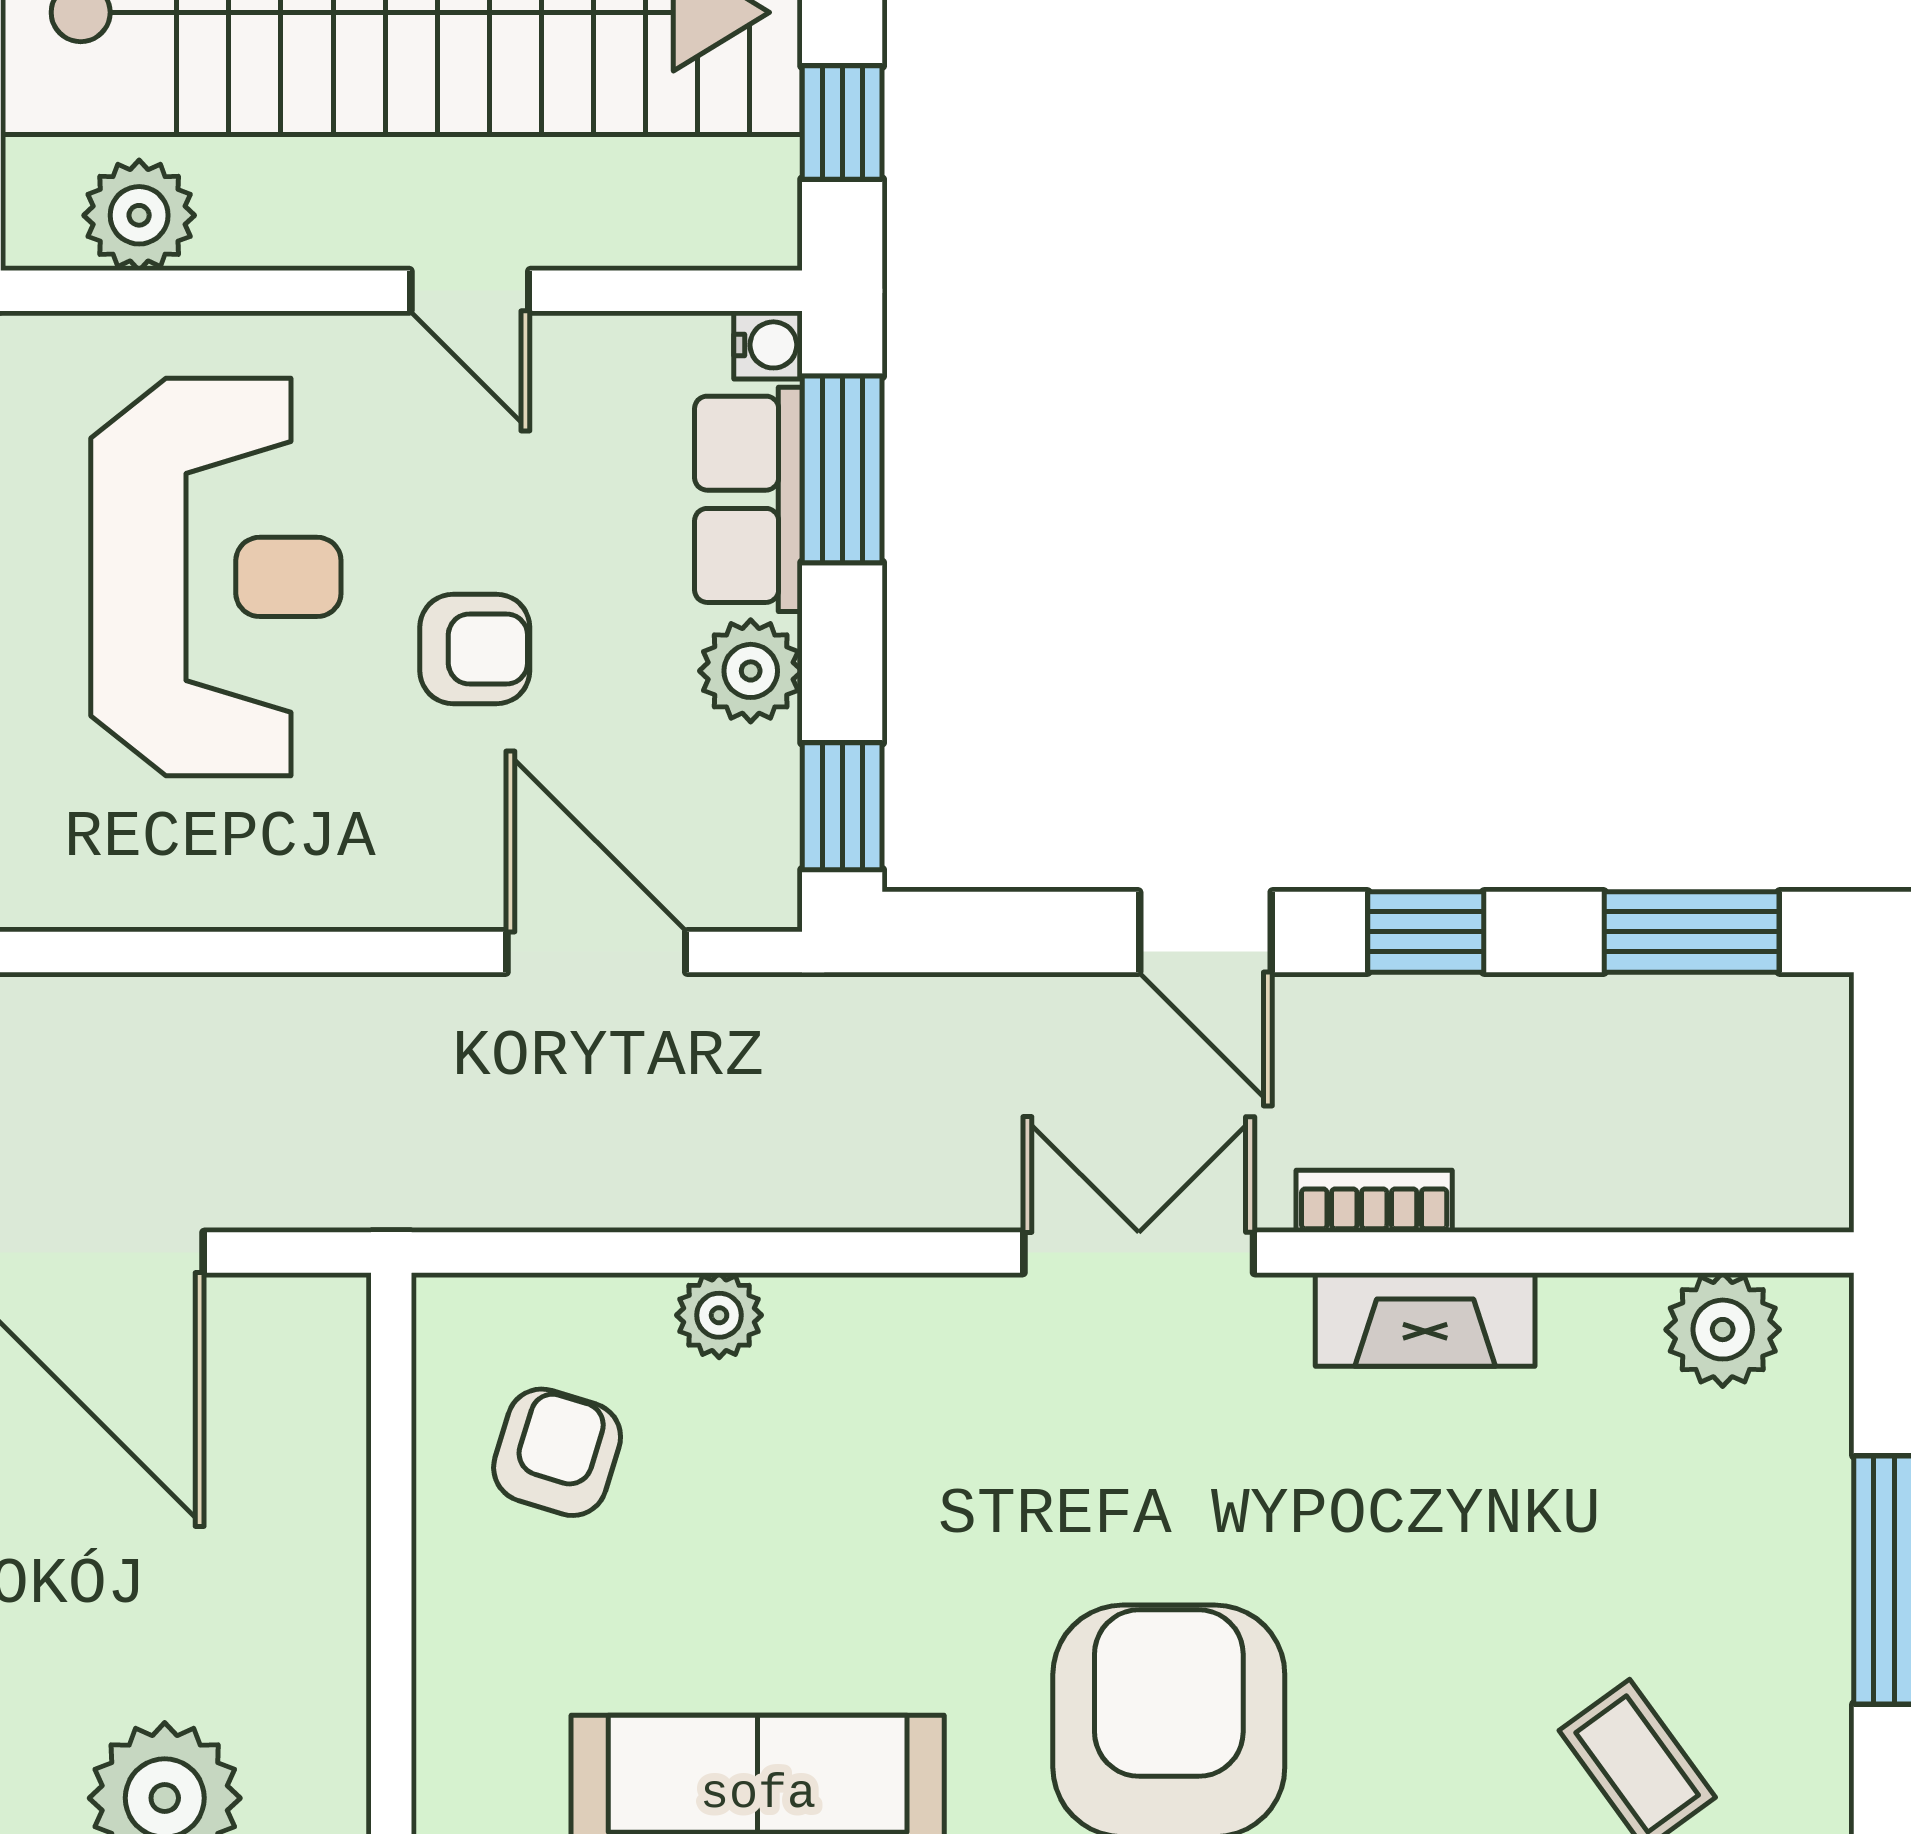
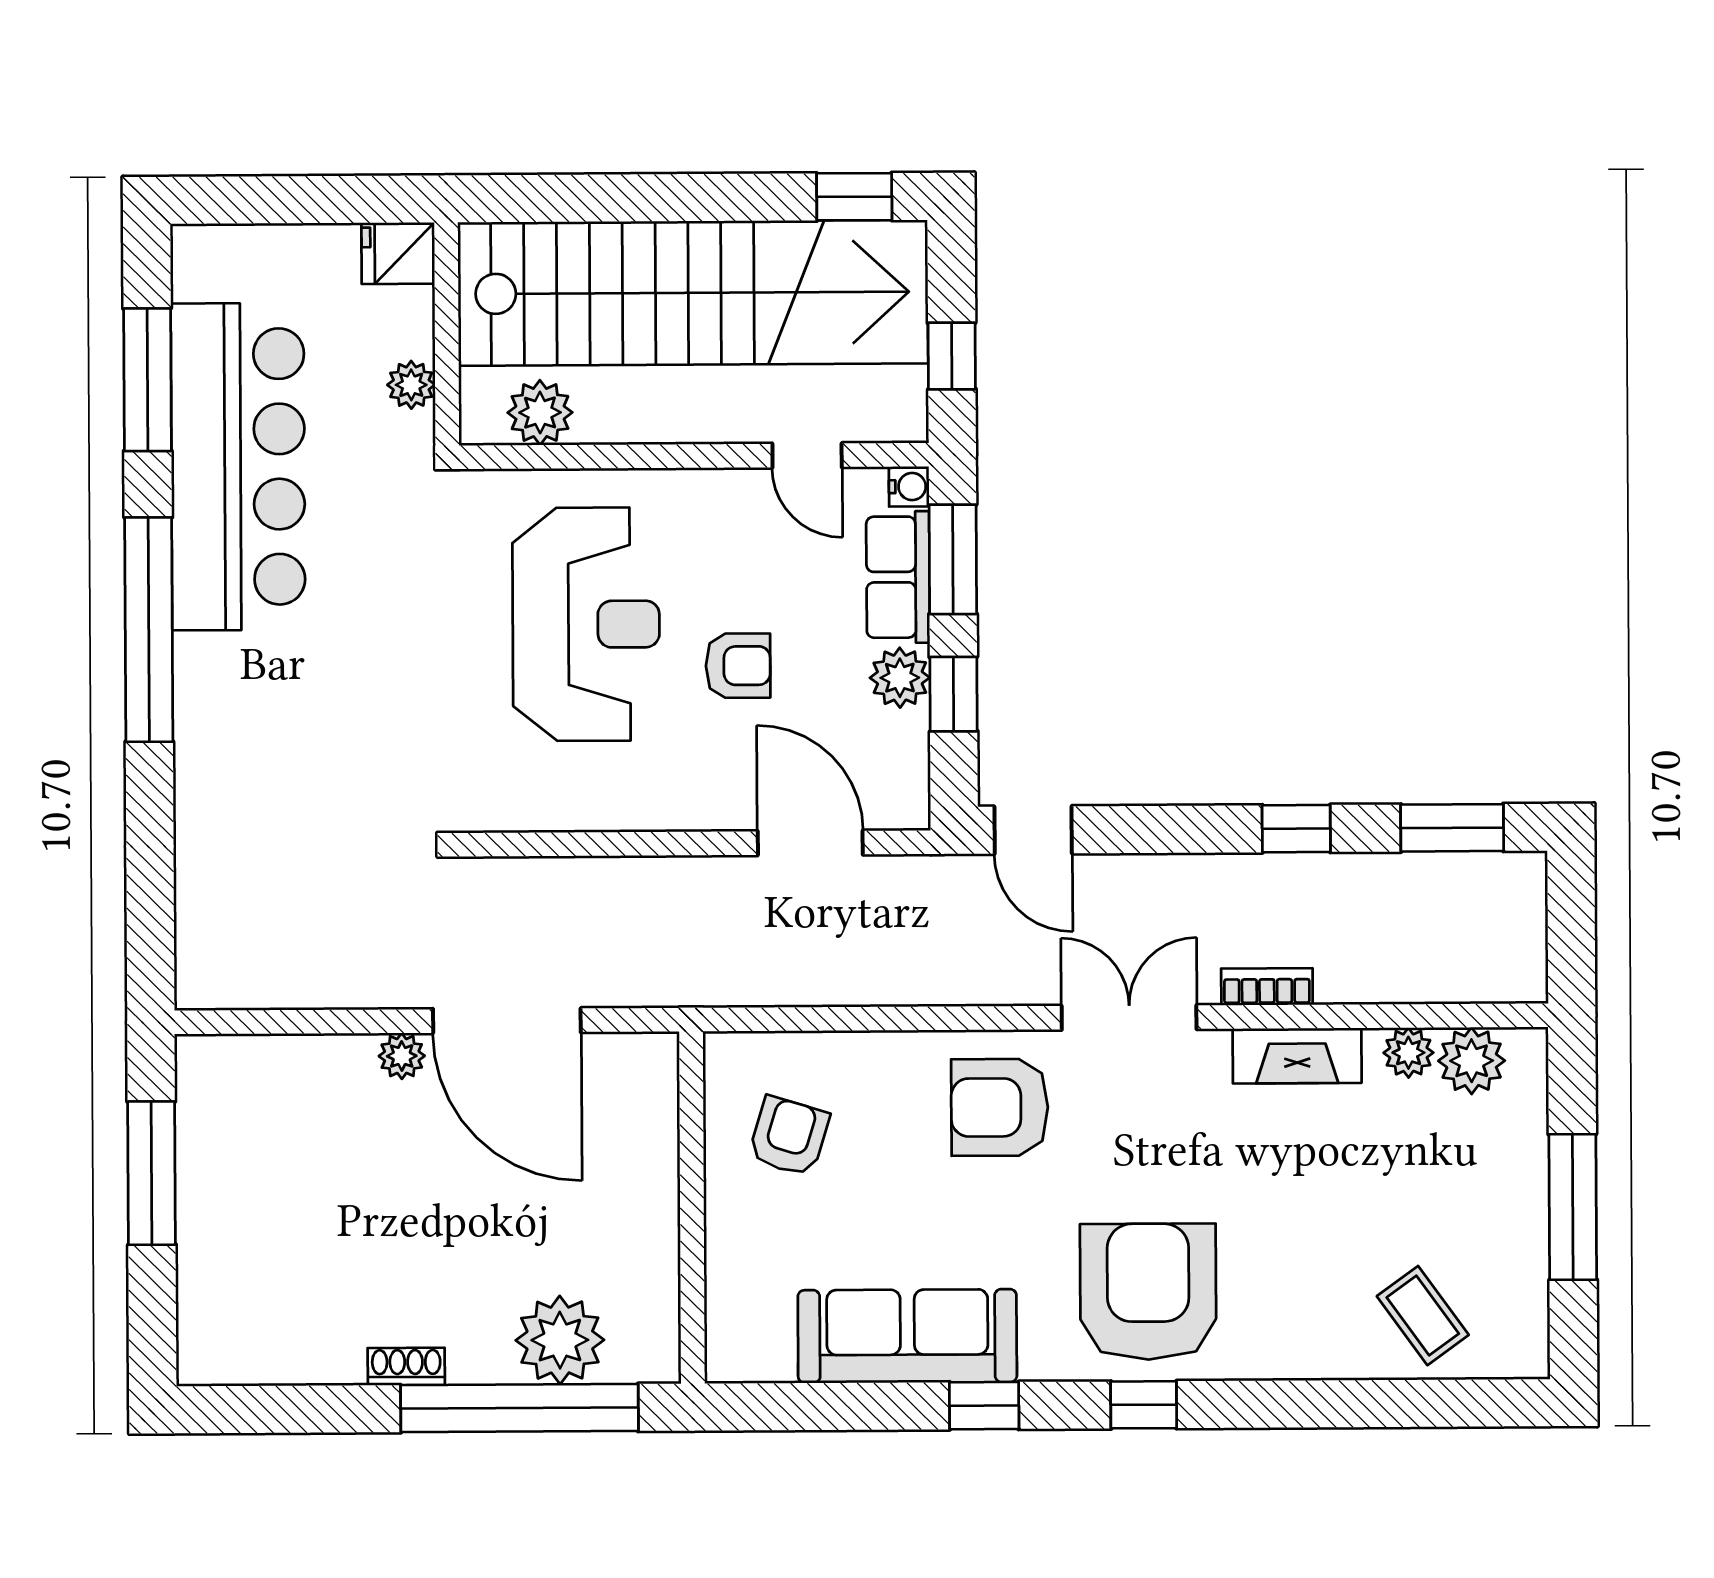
door: (470, 291) -> (807, 455), moved
window: (842, 806) -> (954, 694), moved
door: (1205, 932) -> (1033, 830), moved
plant: (719, 1315) -> (1408, 1053), moved
armchair: (917, 1405) -> (1000, 1107), added

